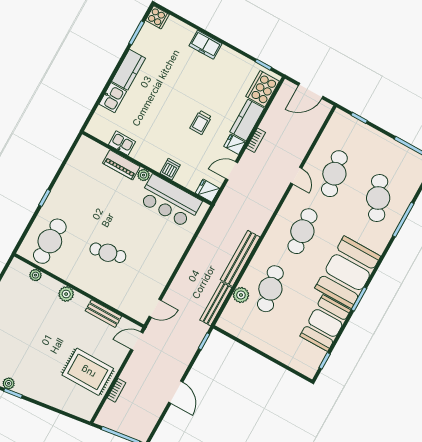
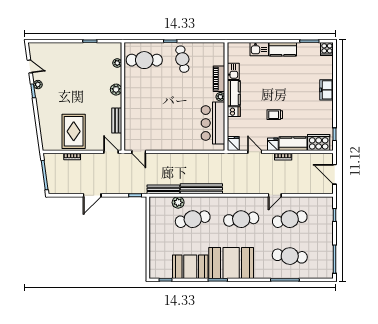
kitchen counter: (148, 157) -> (234, 93), added
cafe table: (378, 198) -> (290, 256), turned 30
cafe table: (108, 253) -> (182, 59), moved

